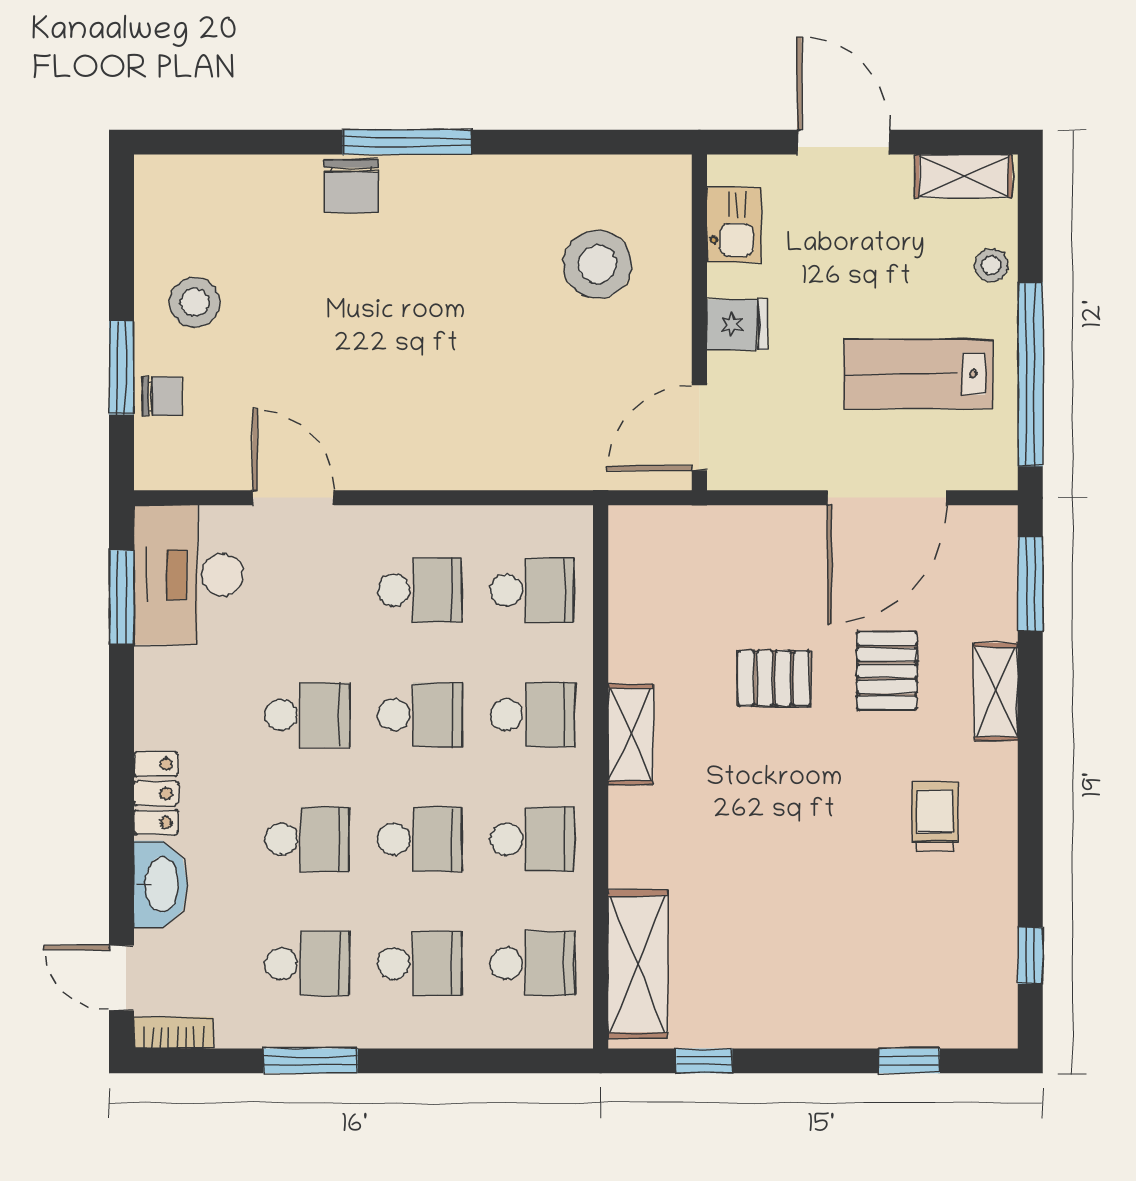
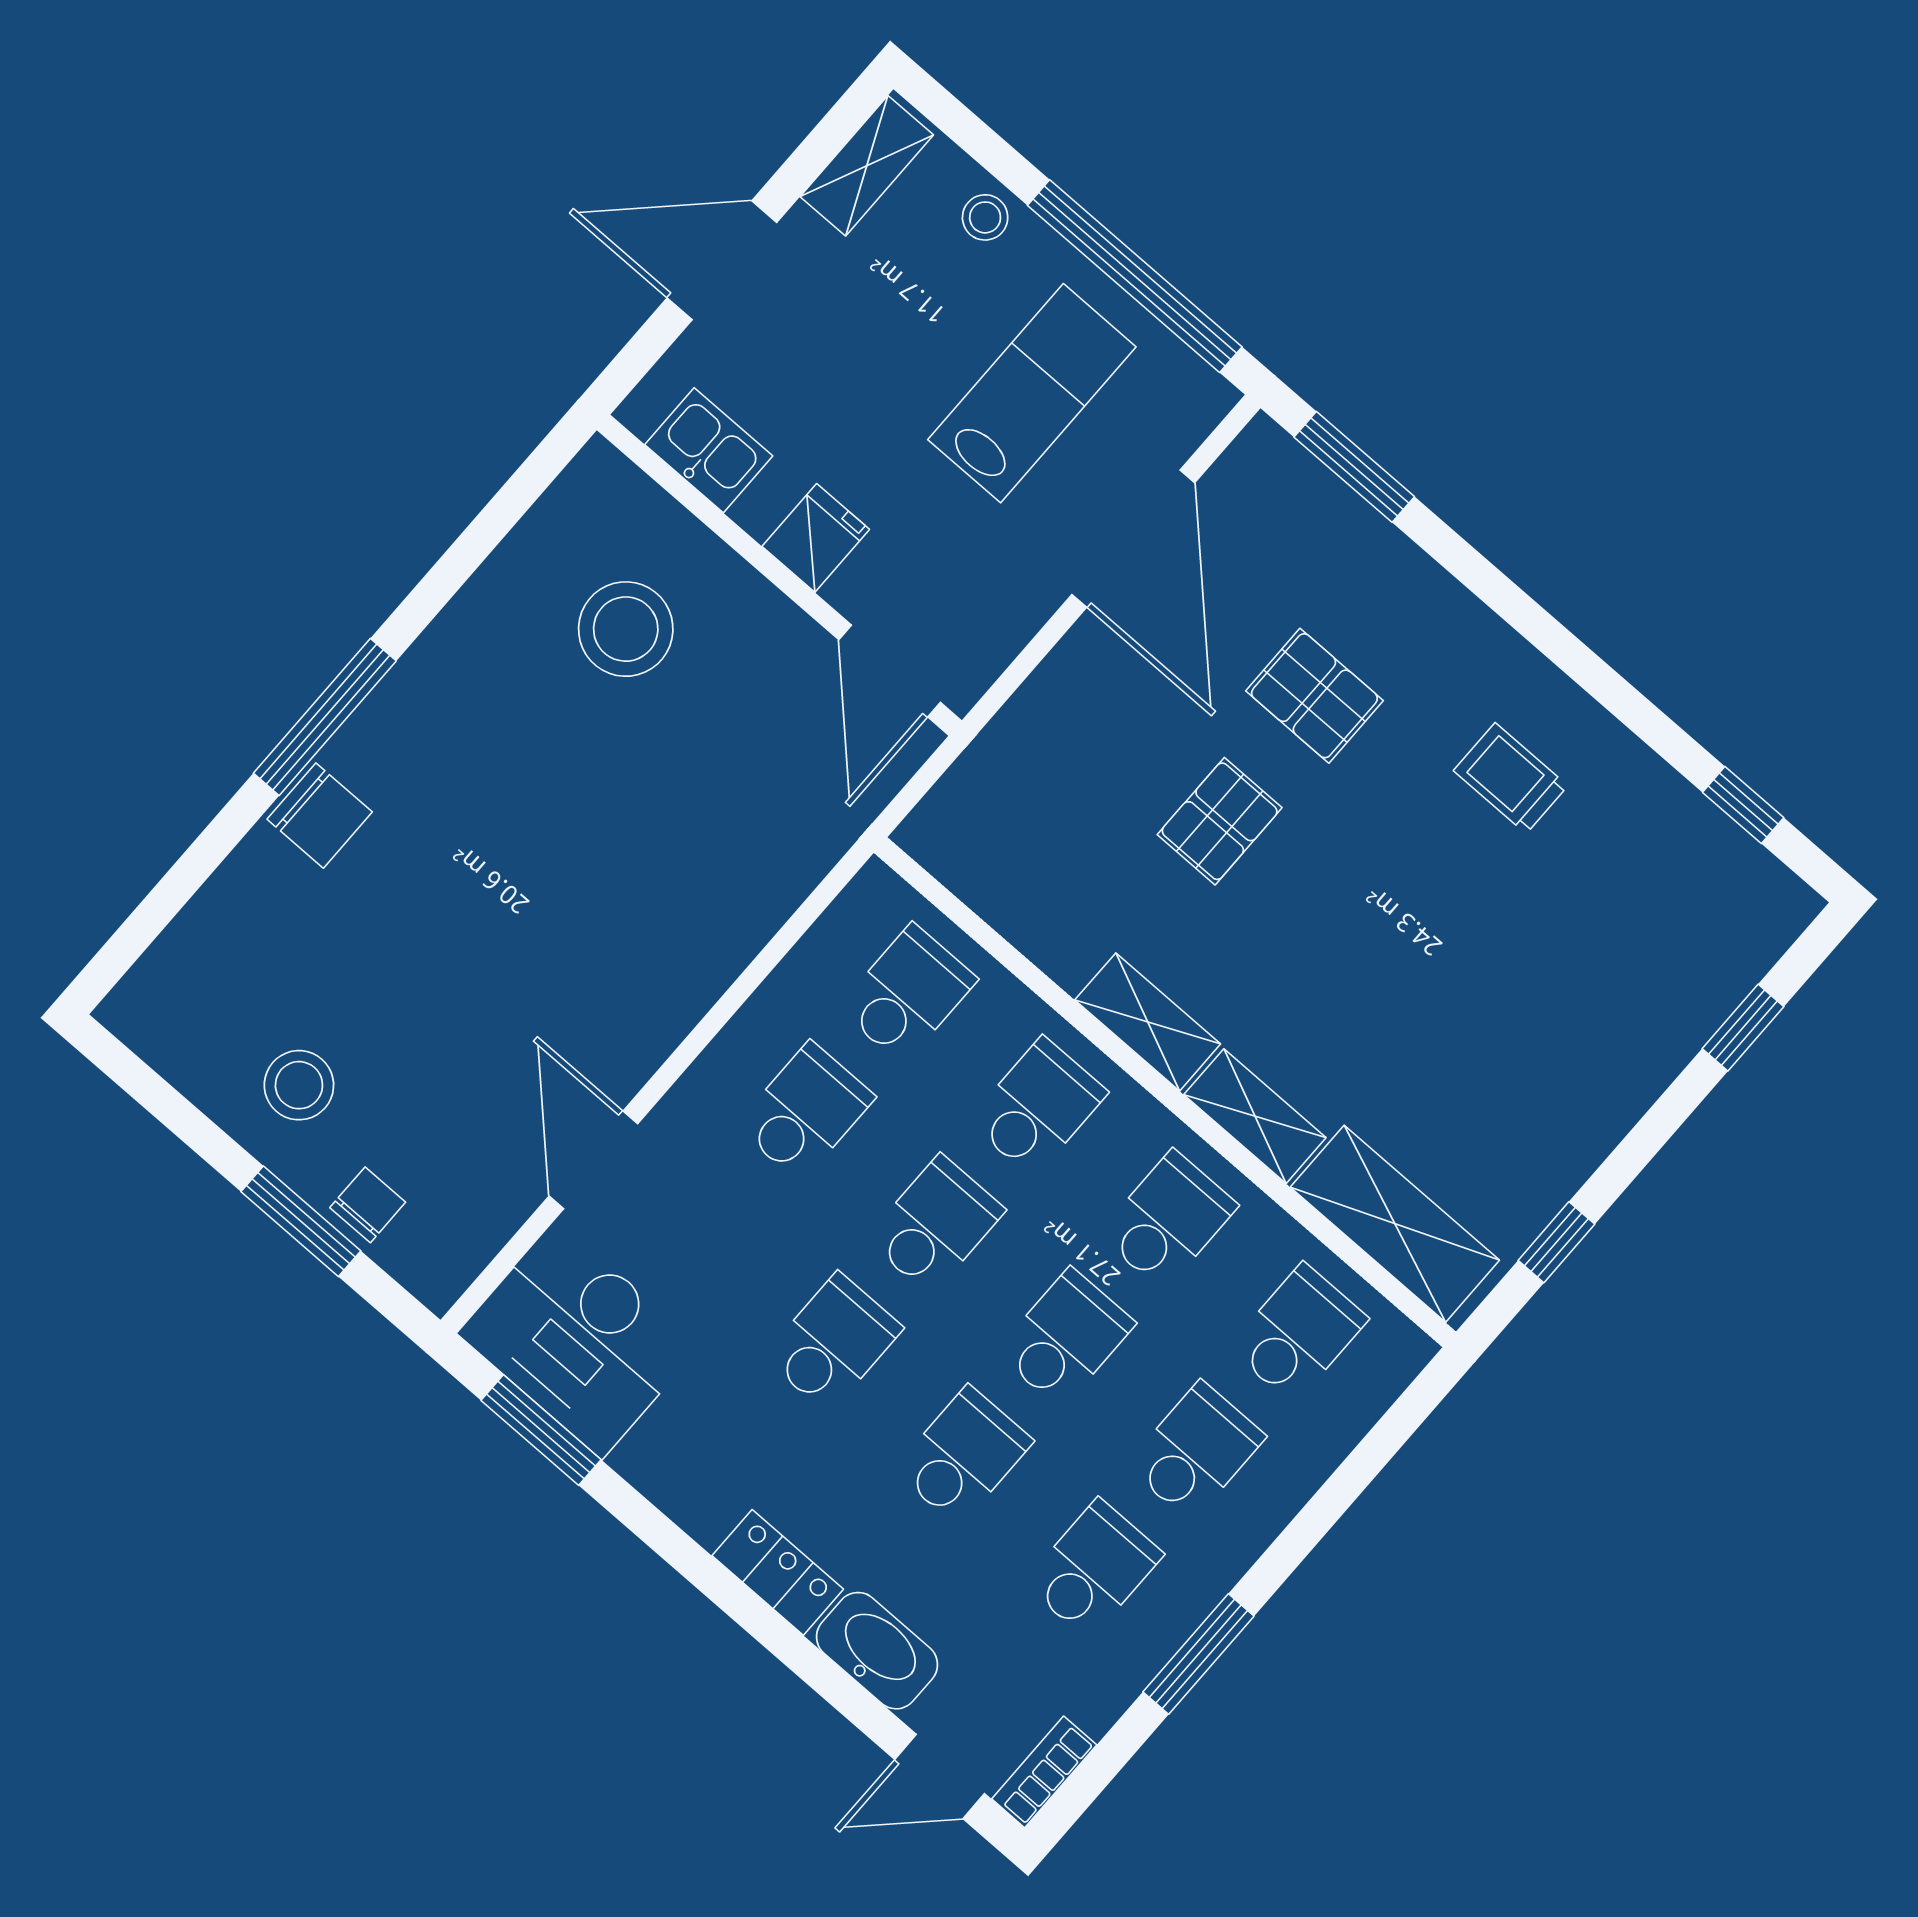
lab bench: (918, 374) -> (1032, 393), turned 180
door: (293, 498) -> (593, 1160), hinge flipped
shelving: (996, 692) -> (1255, 1116), moved

